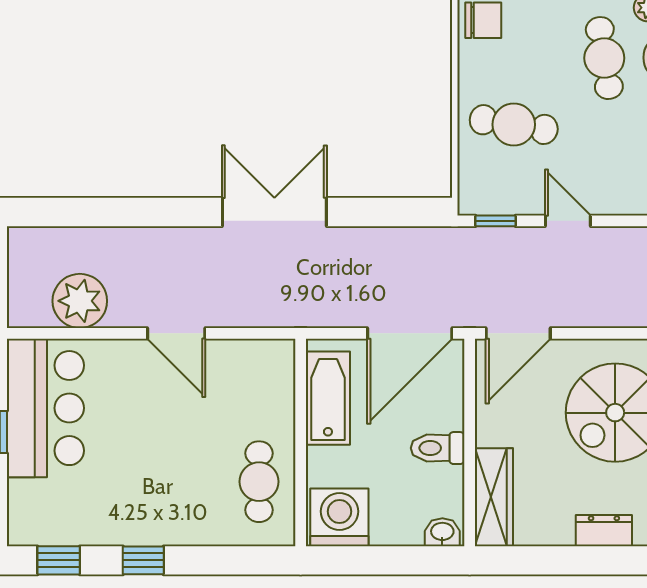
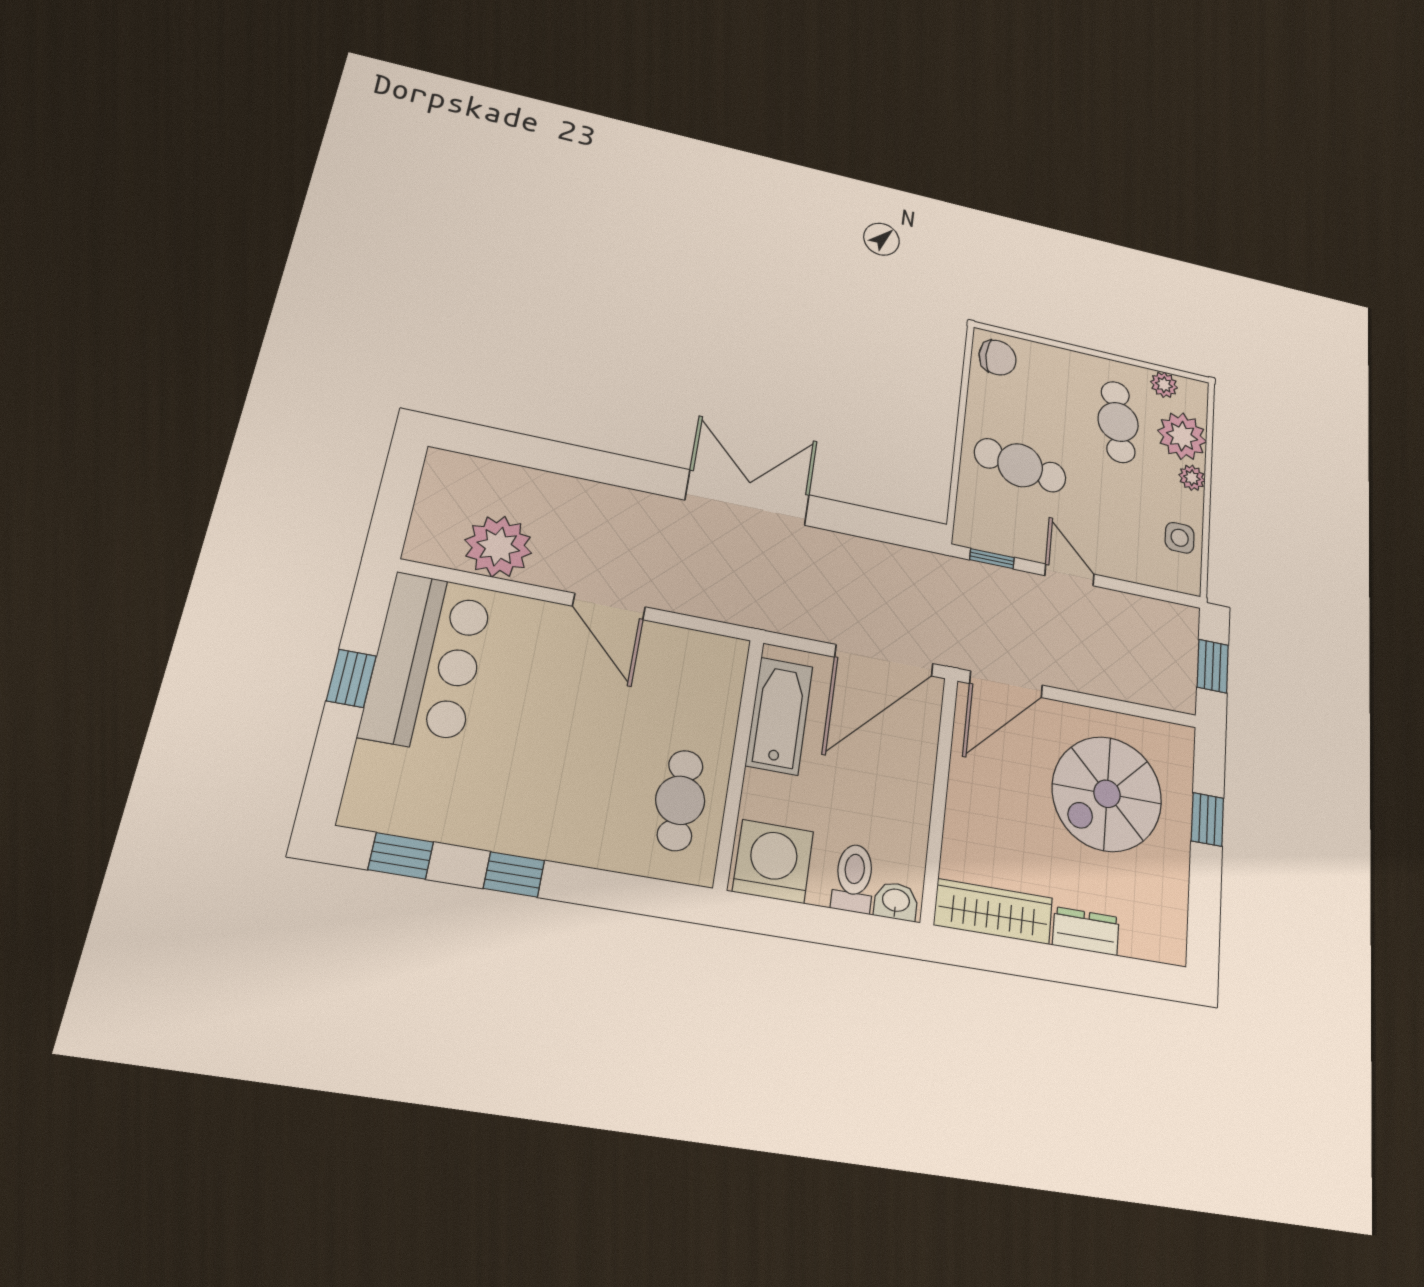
toilet: (438, 448) -> (854, 878), moved, turned 90
wardrobe: (494, 497) -> (993, 912), moved, turned -90

